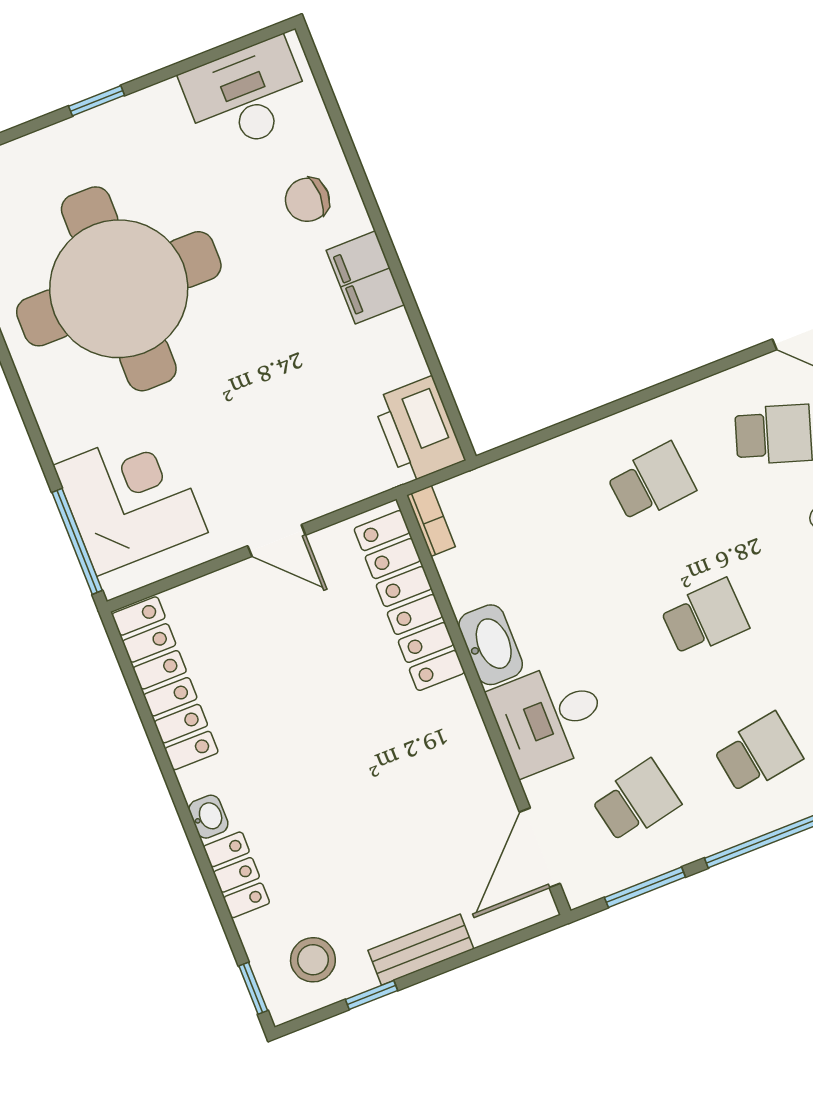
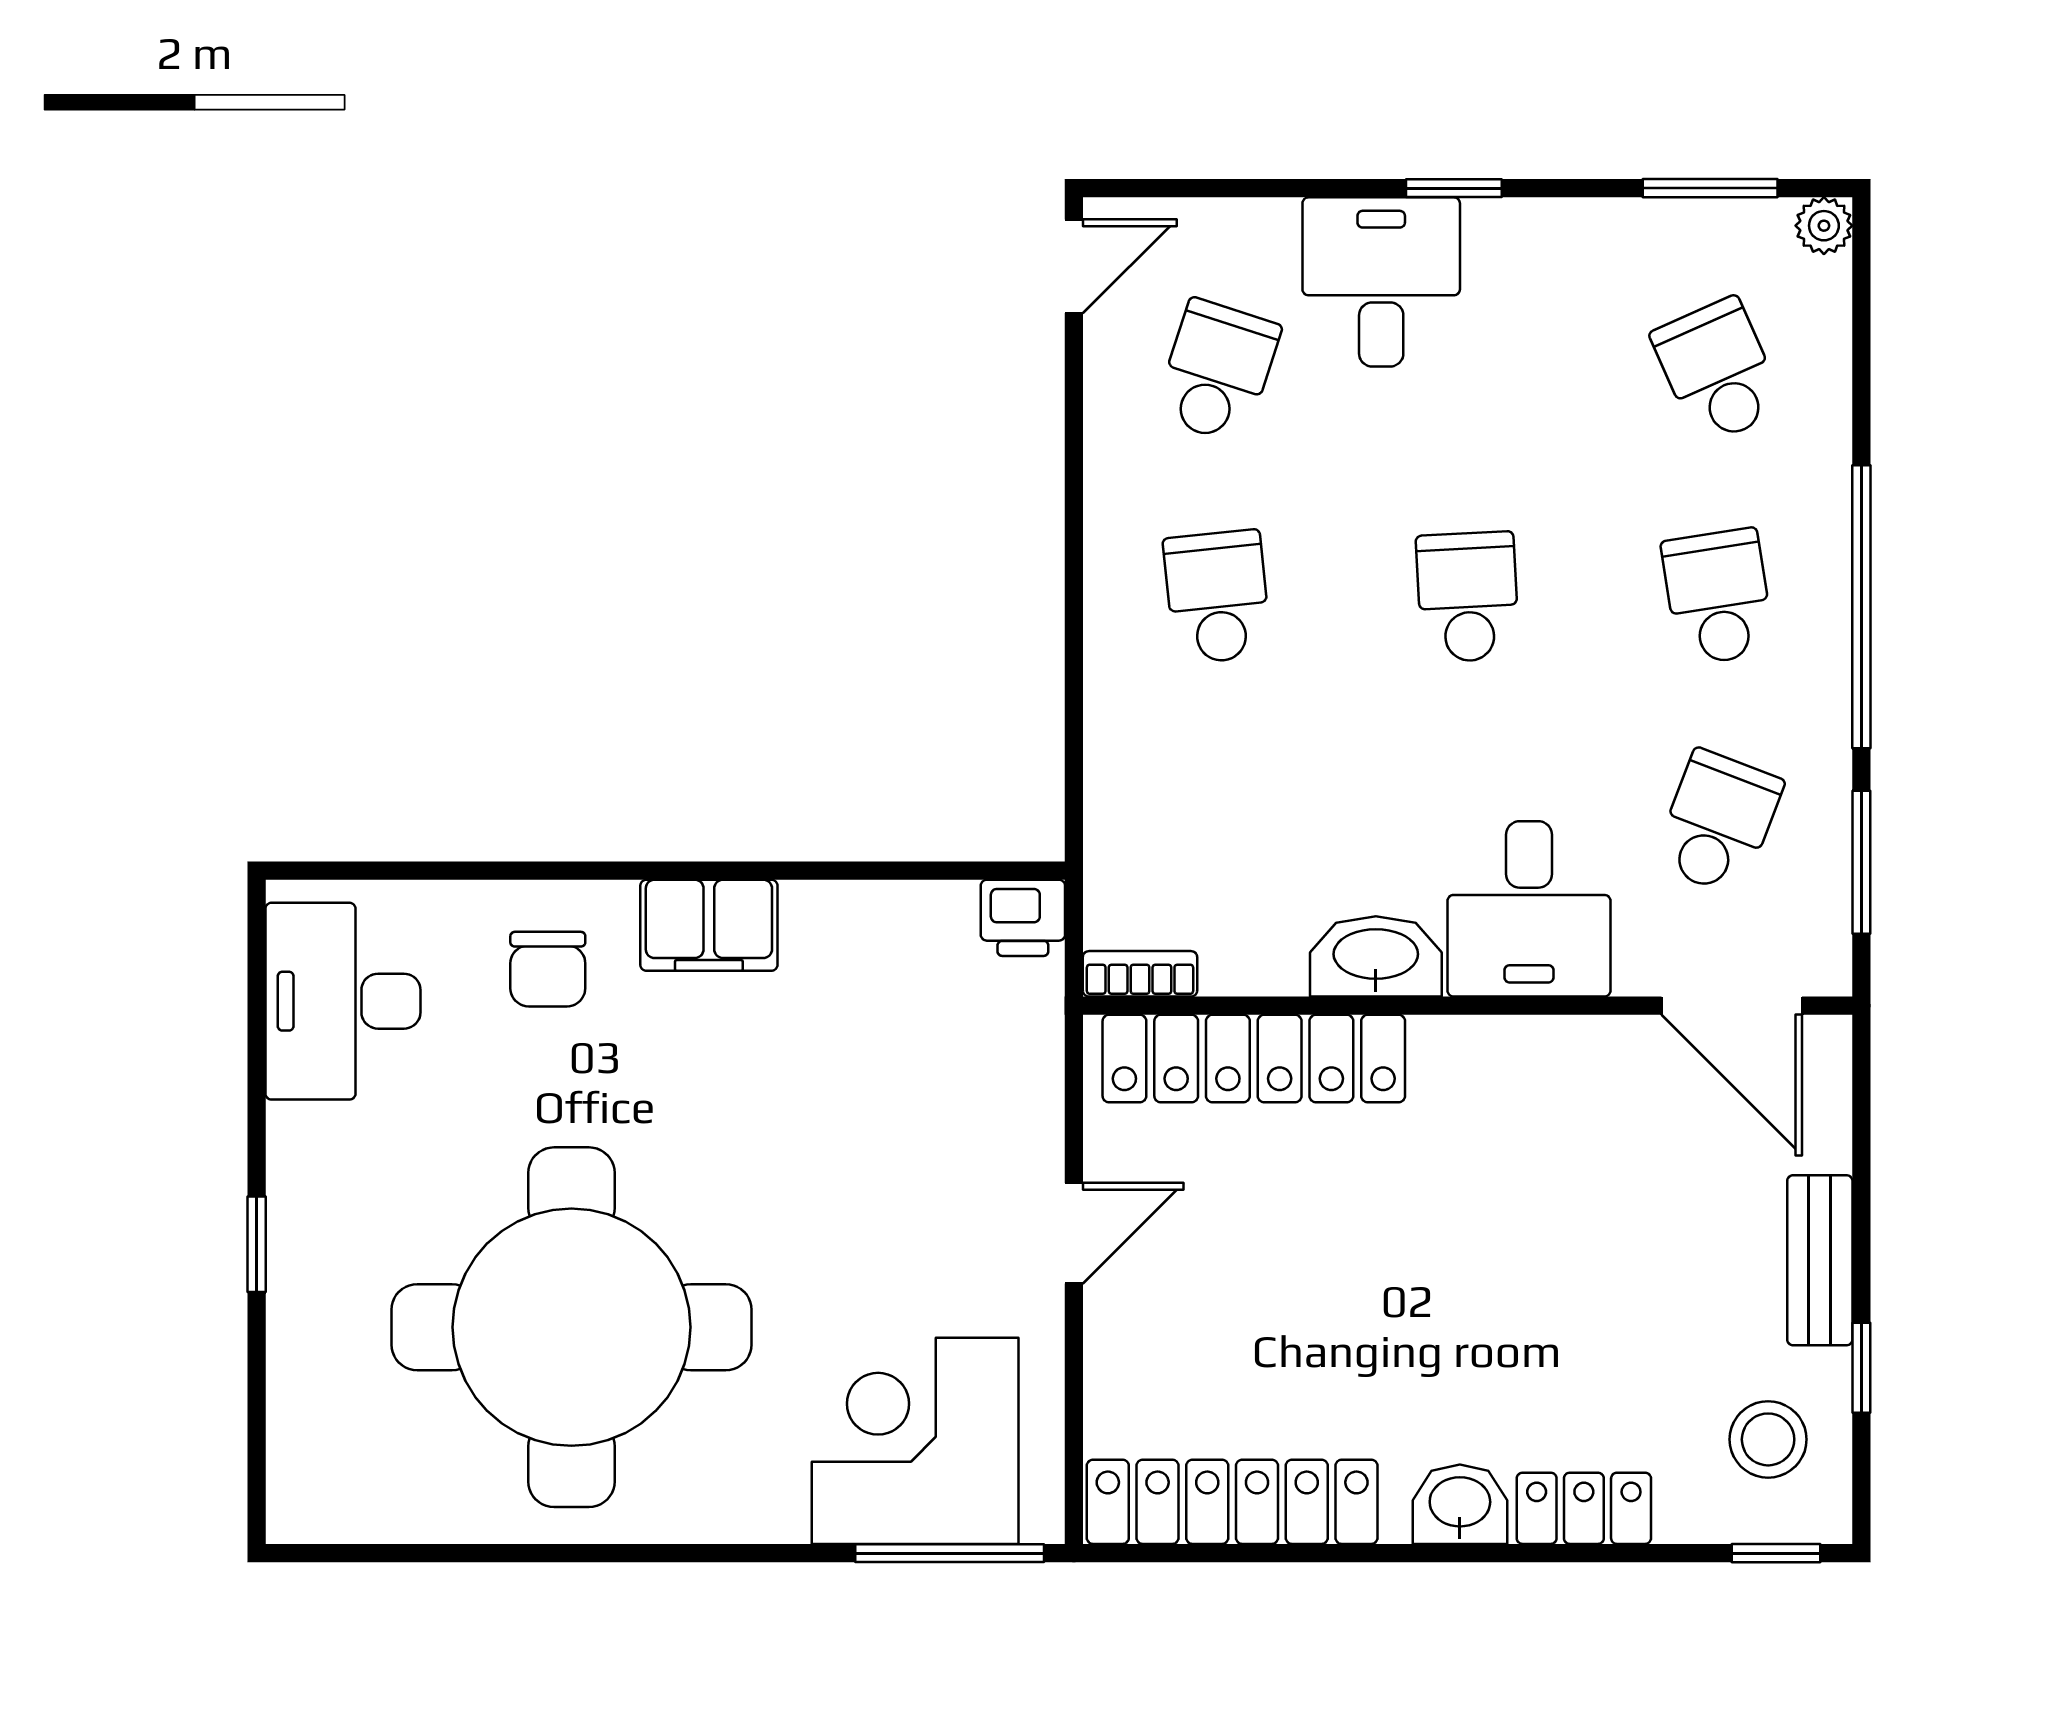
printer: (419, 430) -> (1023, 918), width x0.53, depth x0.68
school desk: (636, 801) -> (1718, 823), turned 33
washbasin: (208, 817) -> (1460, 1504), width x1.38, depth x1.45

